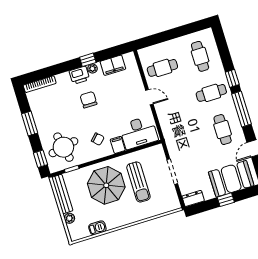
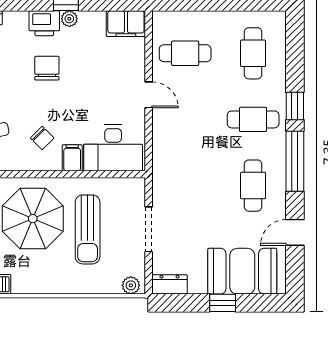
filing cabinet: (113, 65) -> (126, 24), moved
plant: (172, 206) -> (131, 285), added

